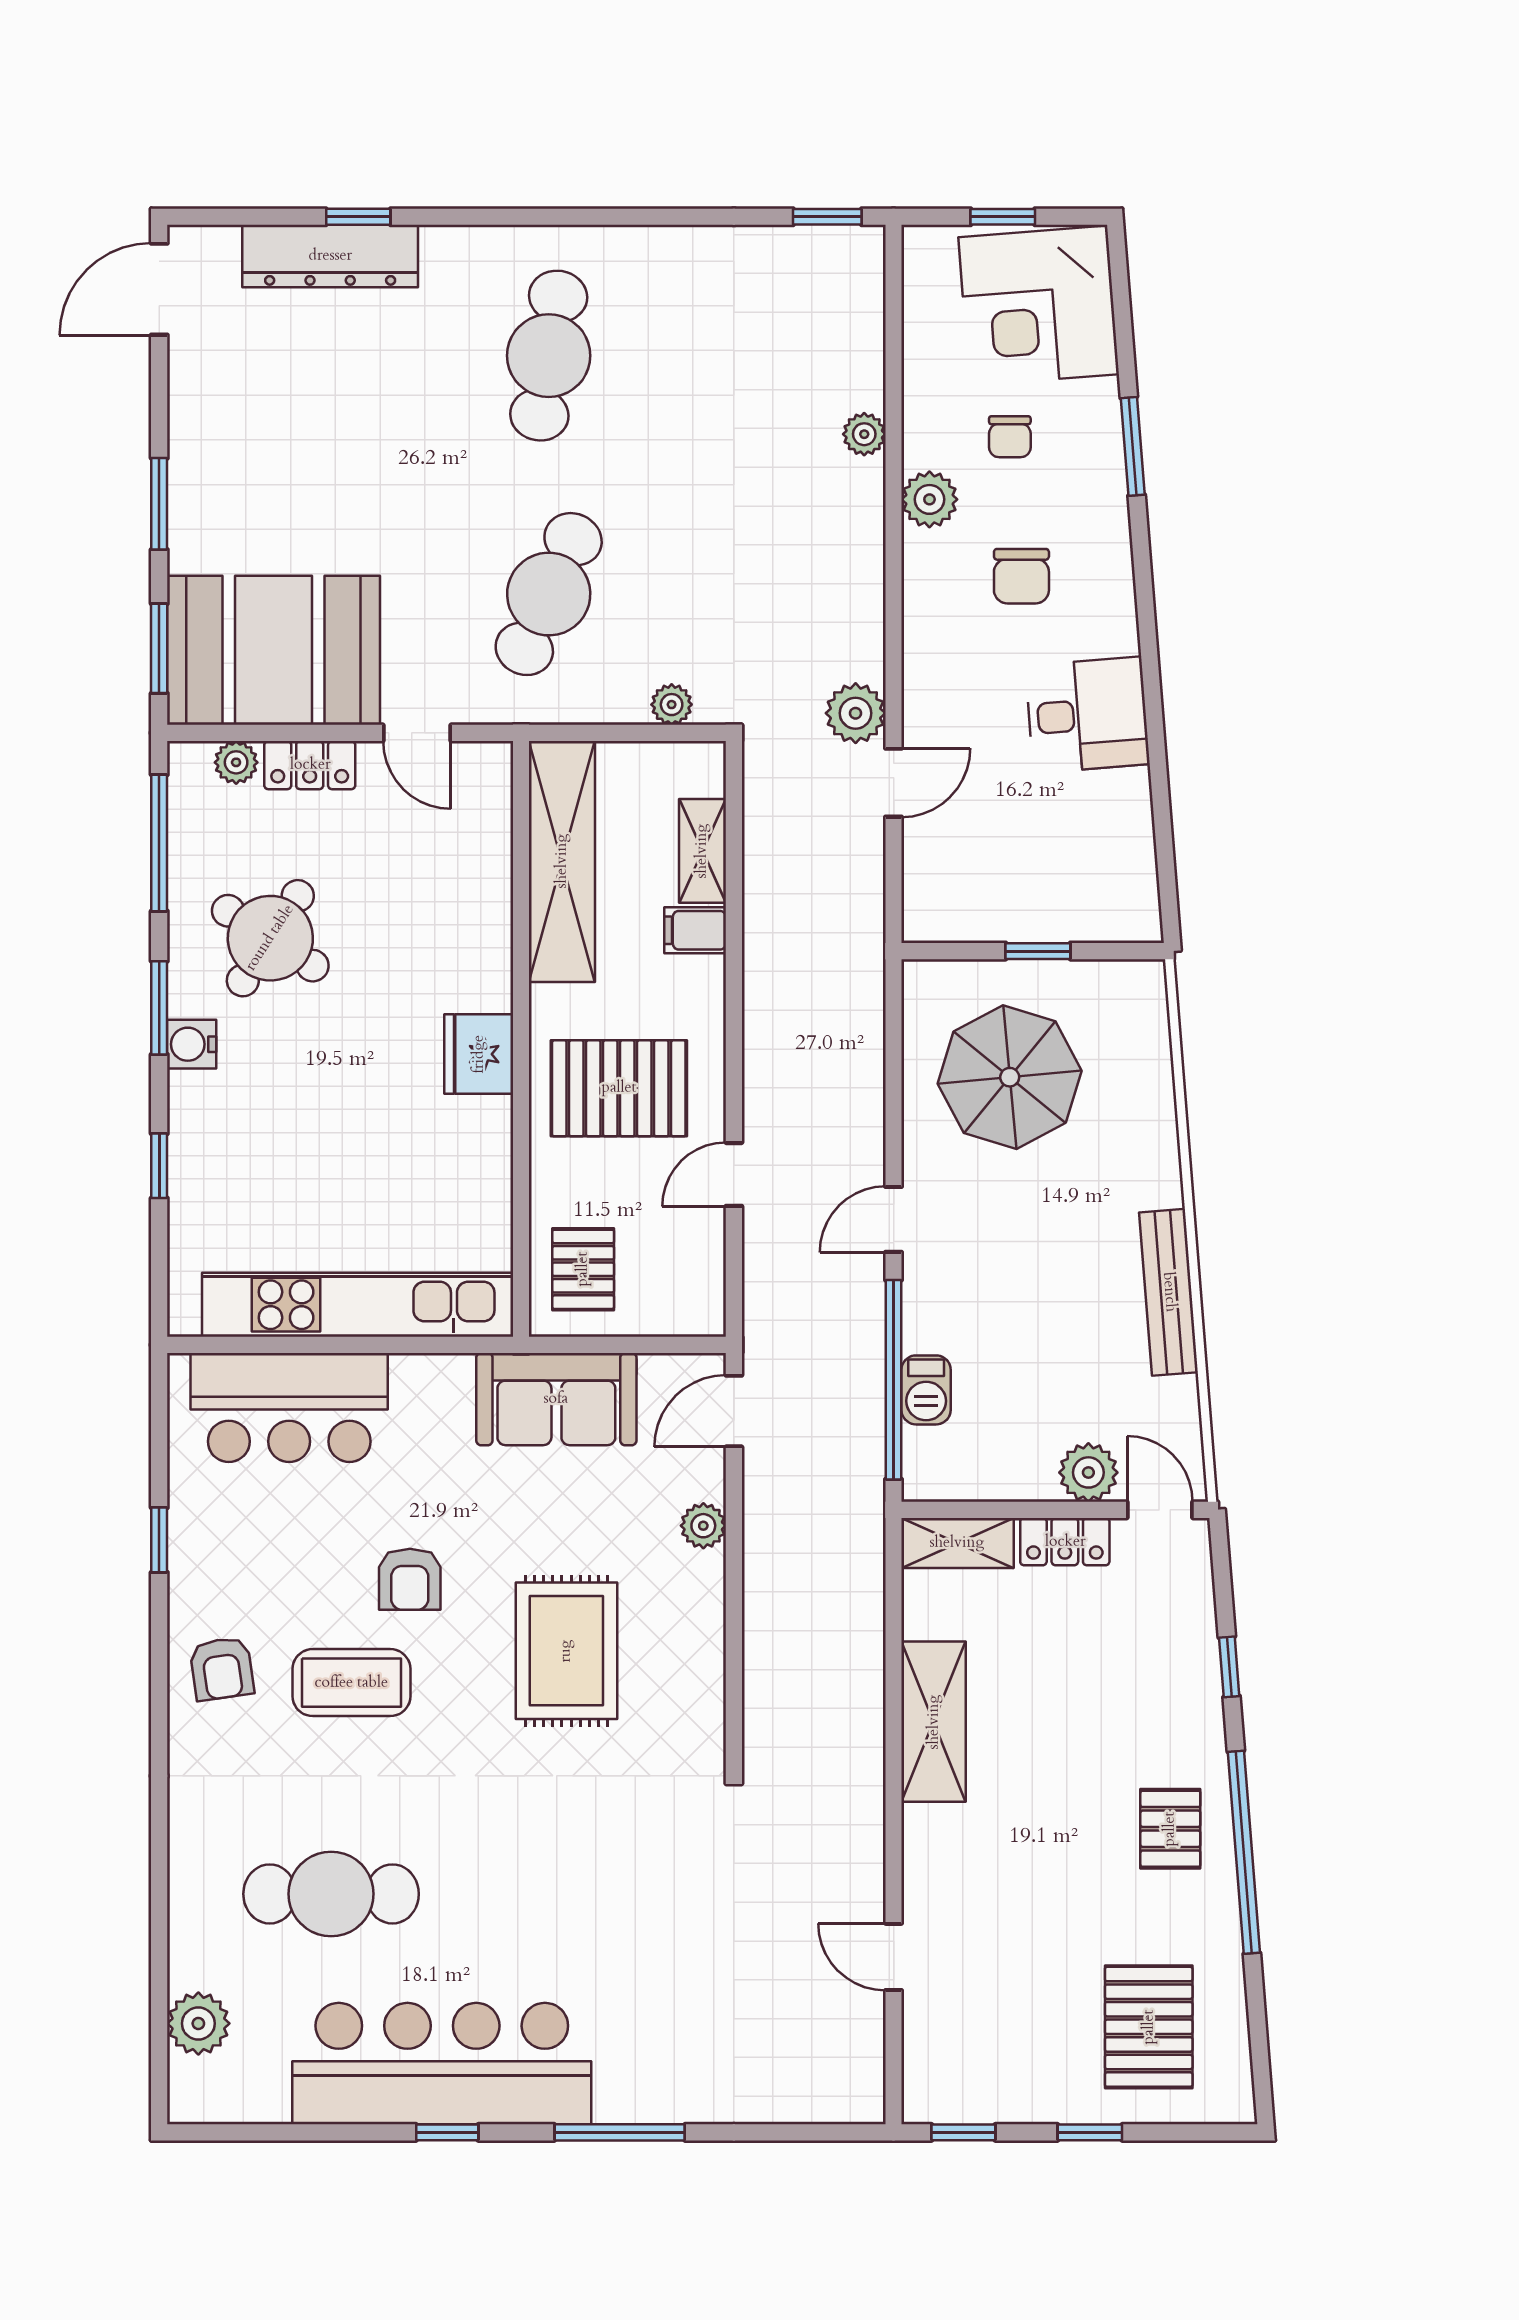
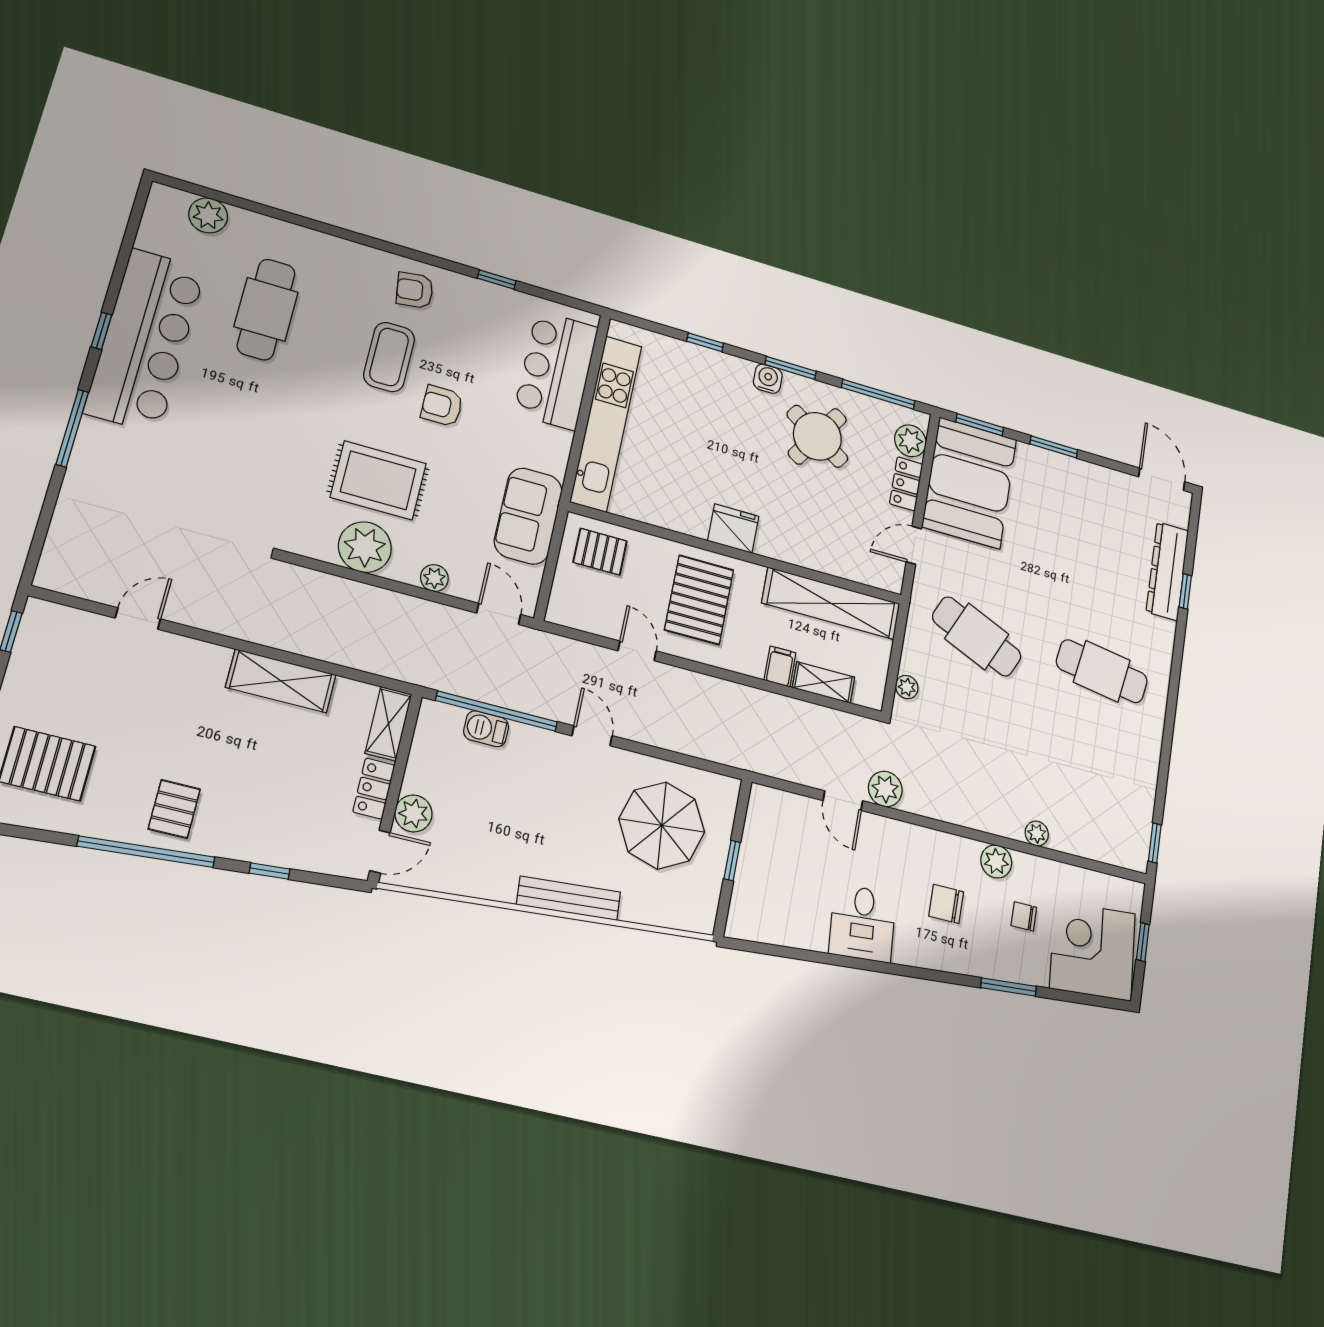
plant: (236, 762) -> (910, 441), width x1.38, depth x1.38
bench: (1169, 1292) -> (569, 898), moved
plant: (683, 1646) -> (365, 547), added
pallet: (1170, 1829) -> (174, 809), turned 90

